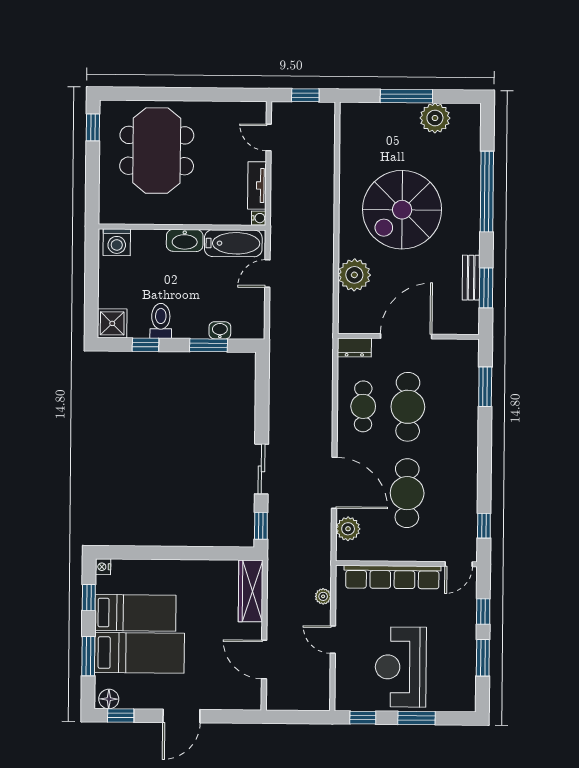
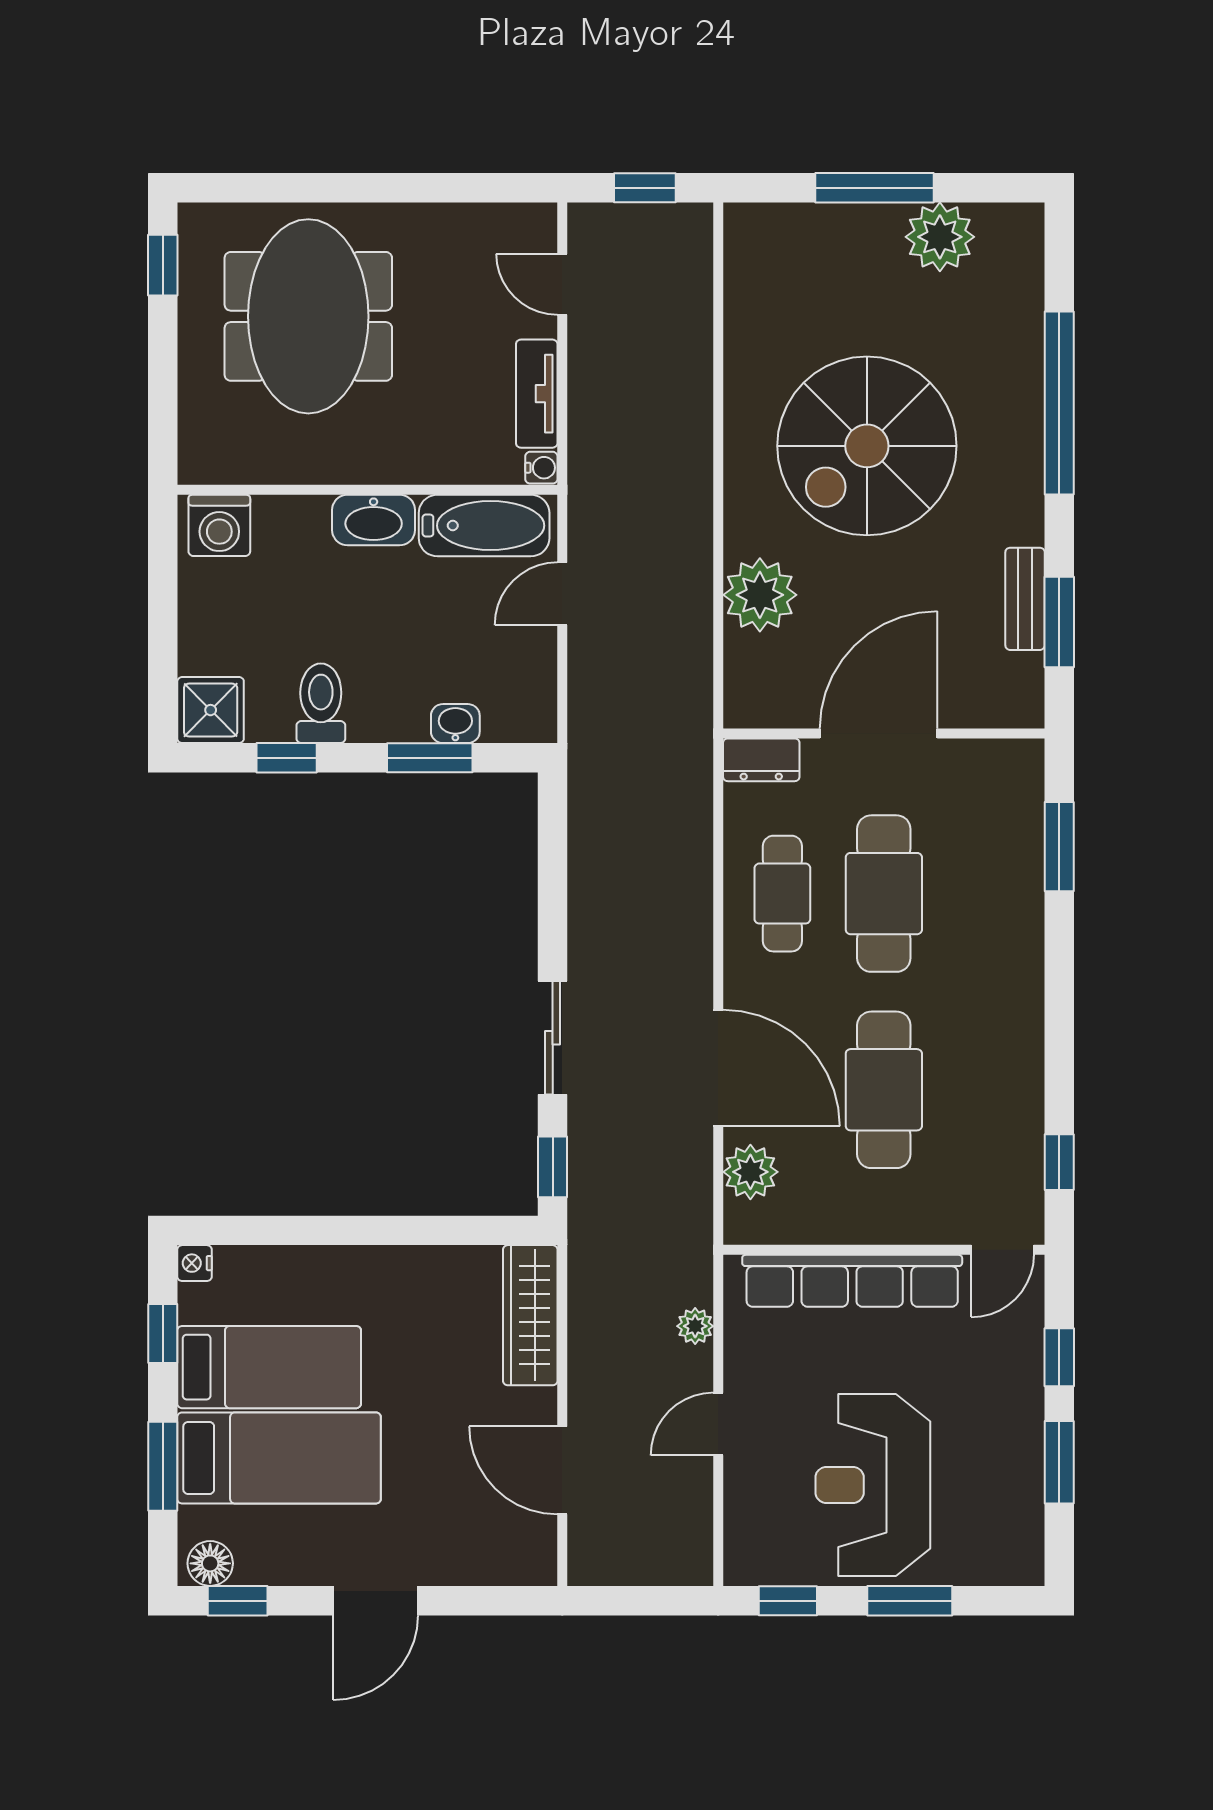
door: (333, 640) -> (718, 1424), hinge flipped

